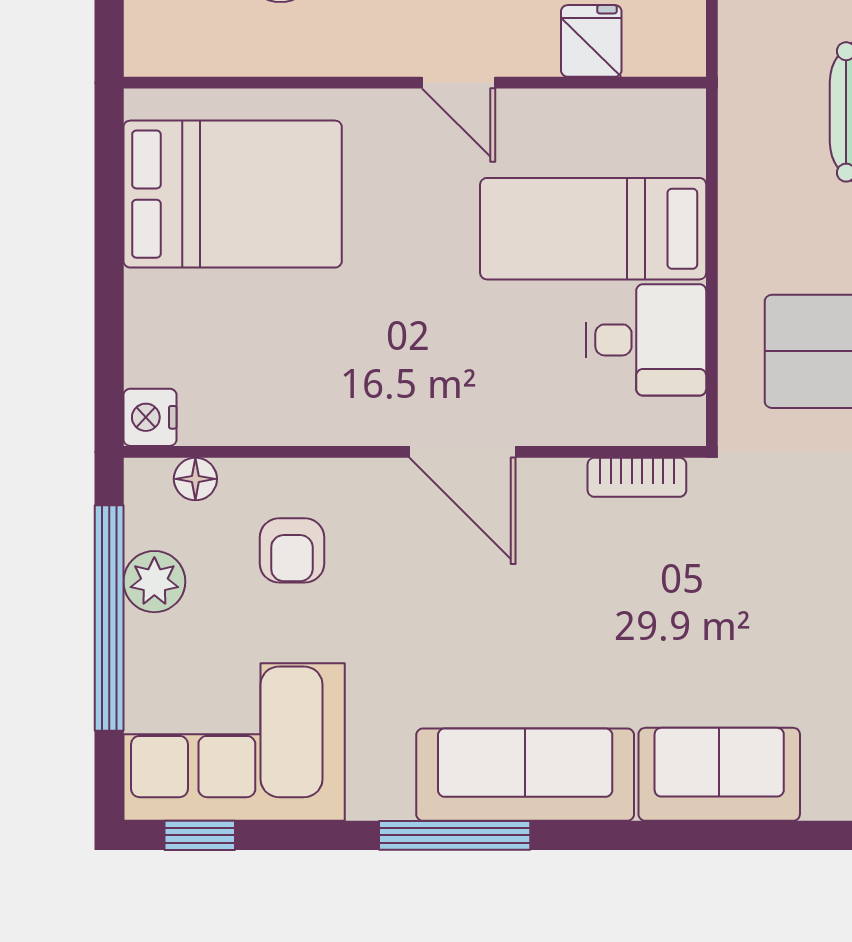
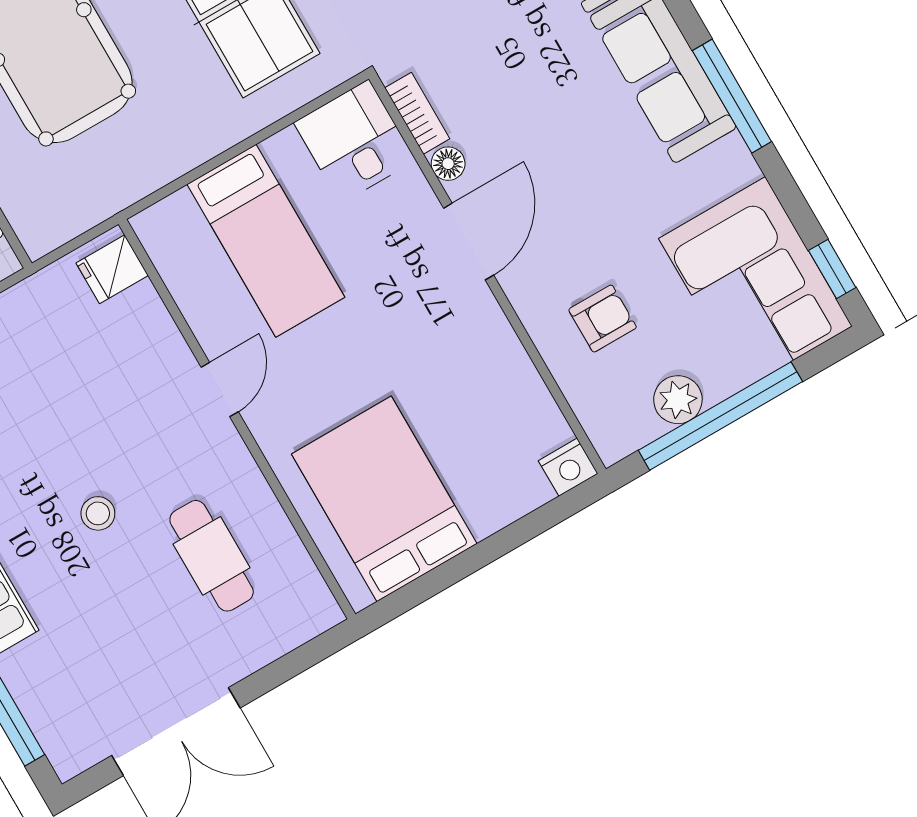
fridge: (591, 41) -> (112, 269), moved
desk: (646, 340) -> (355, 141), moved
floor lamp: (195, 479) -> (448, 164), moved

